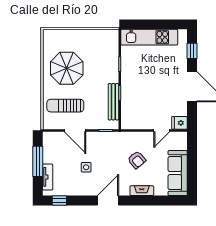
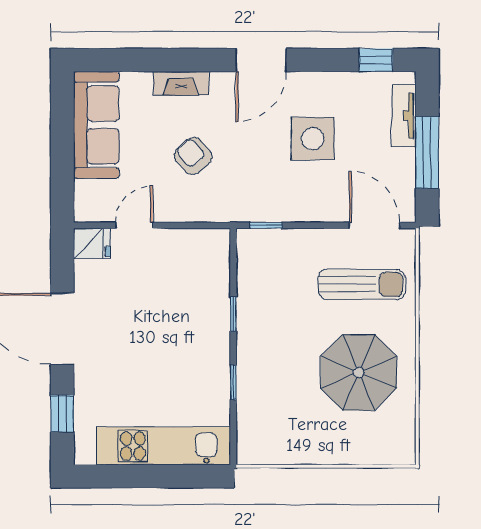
bench: (113, 102) -> (248, 293), removed
door: (75, 131) -> (374, 225), moved
side table: (86, 167) -> (313, 139), width x1.87, depth x1.87

